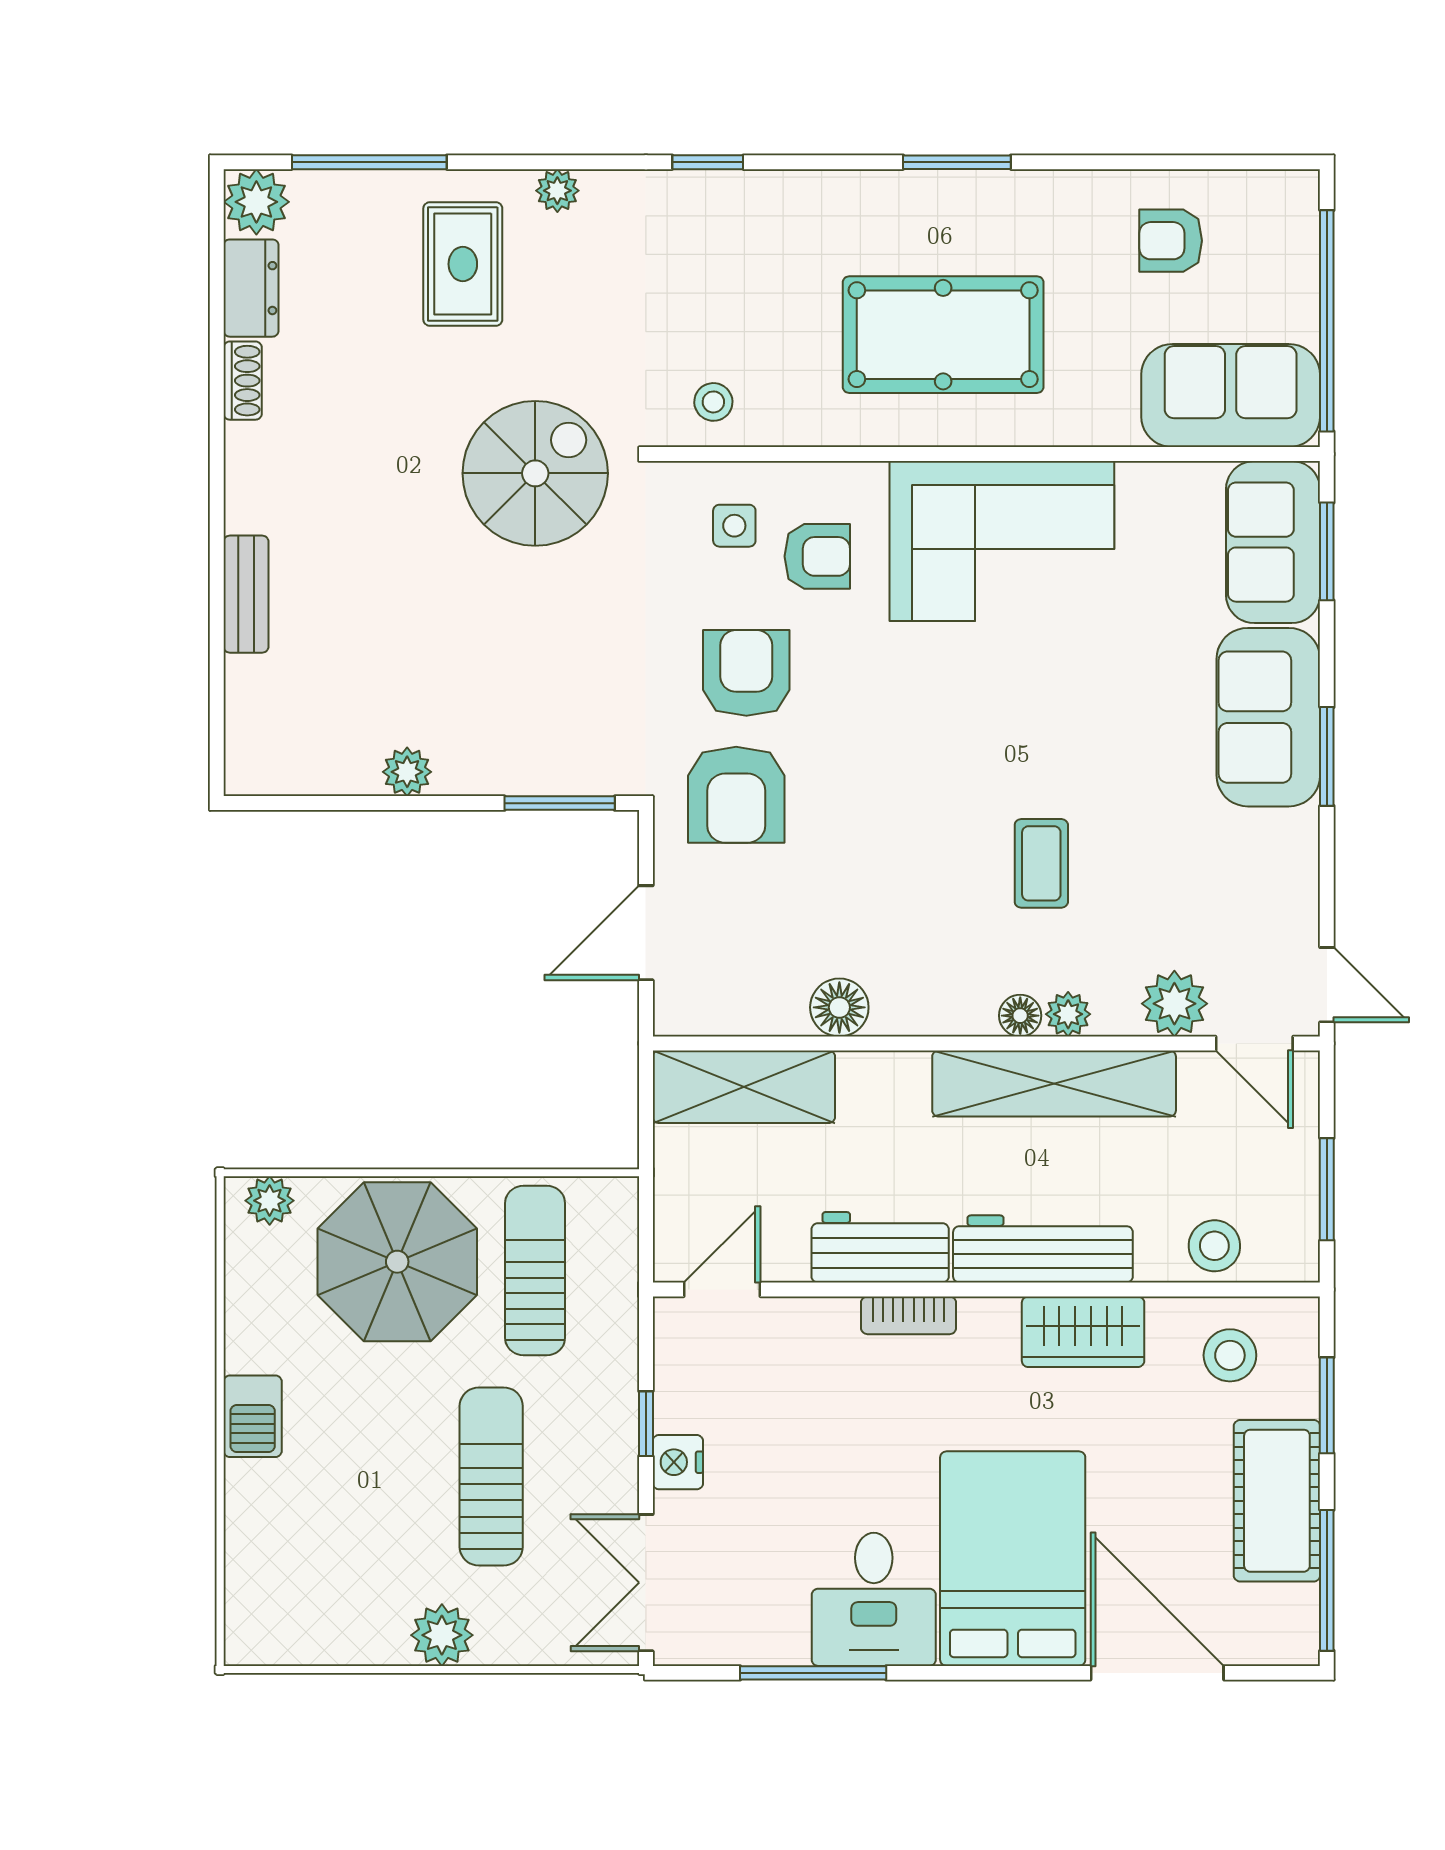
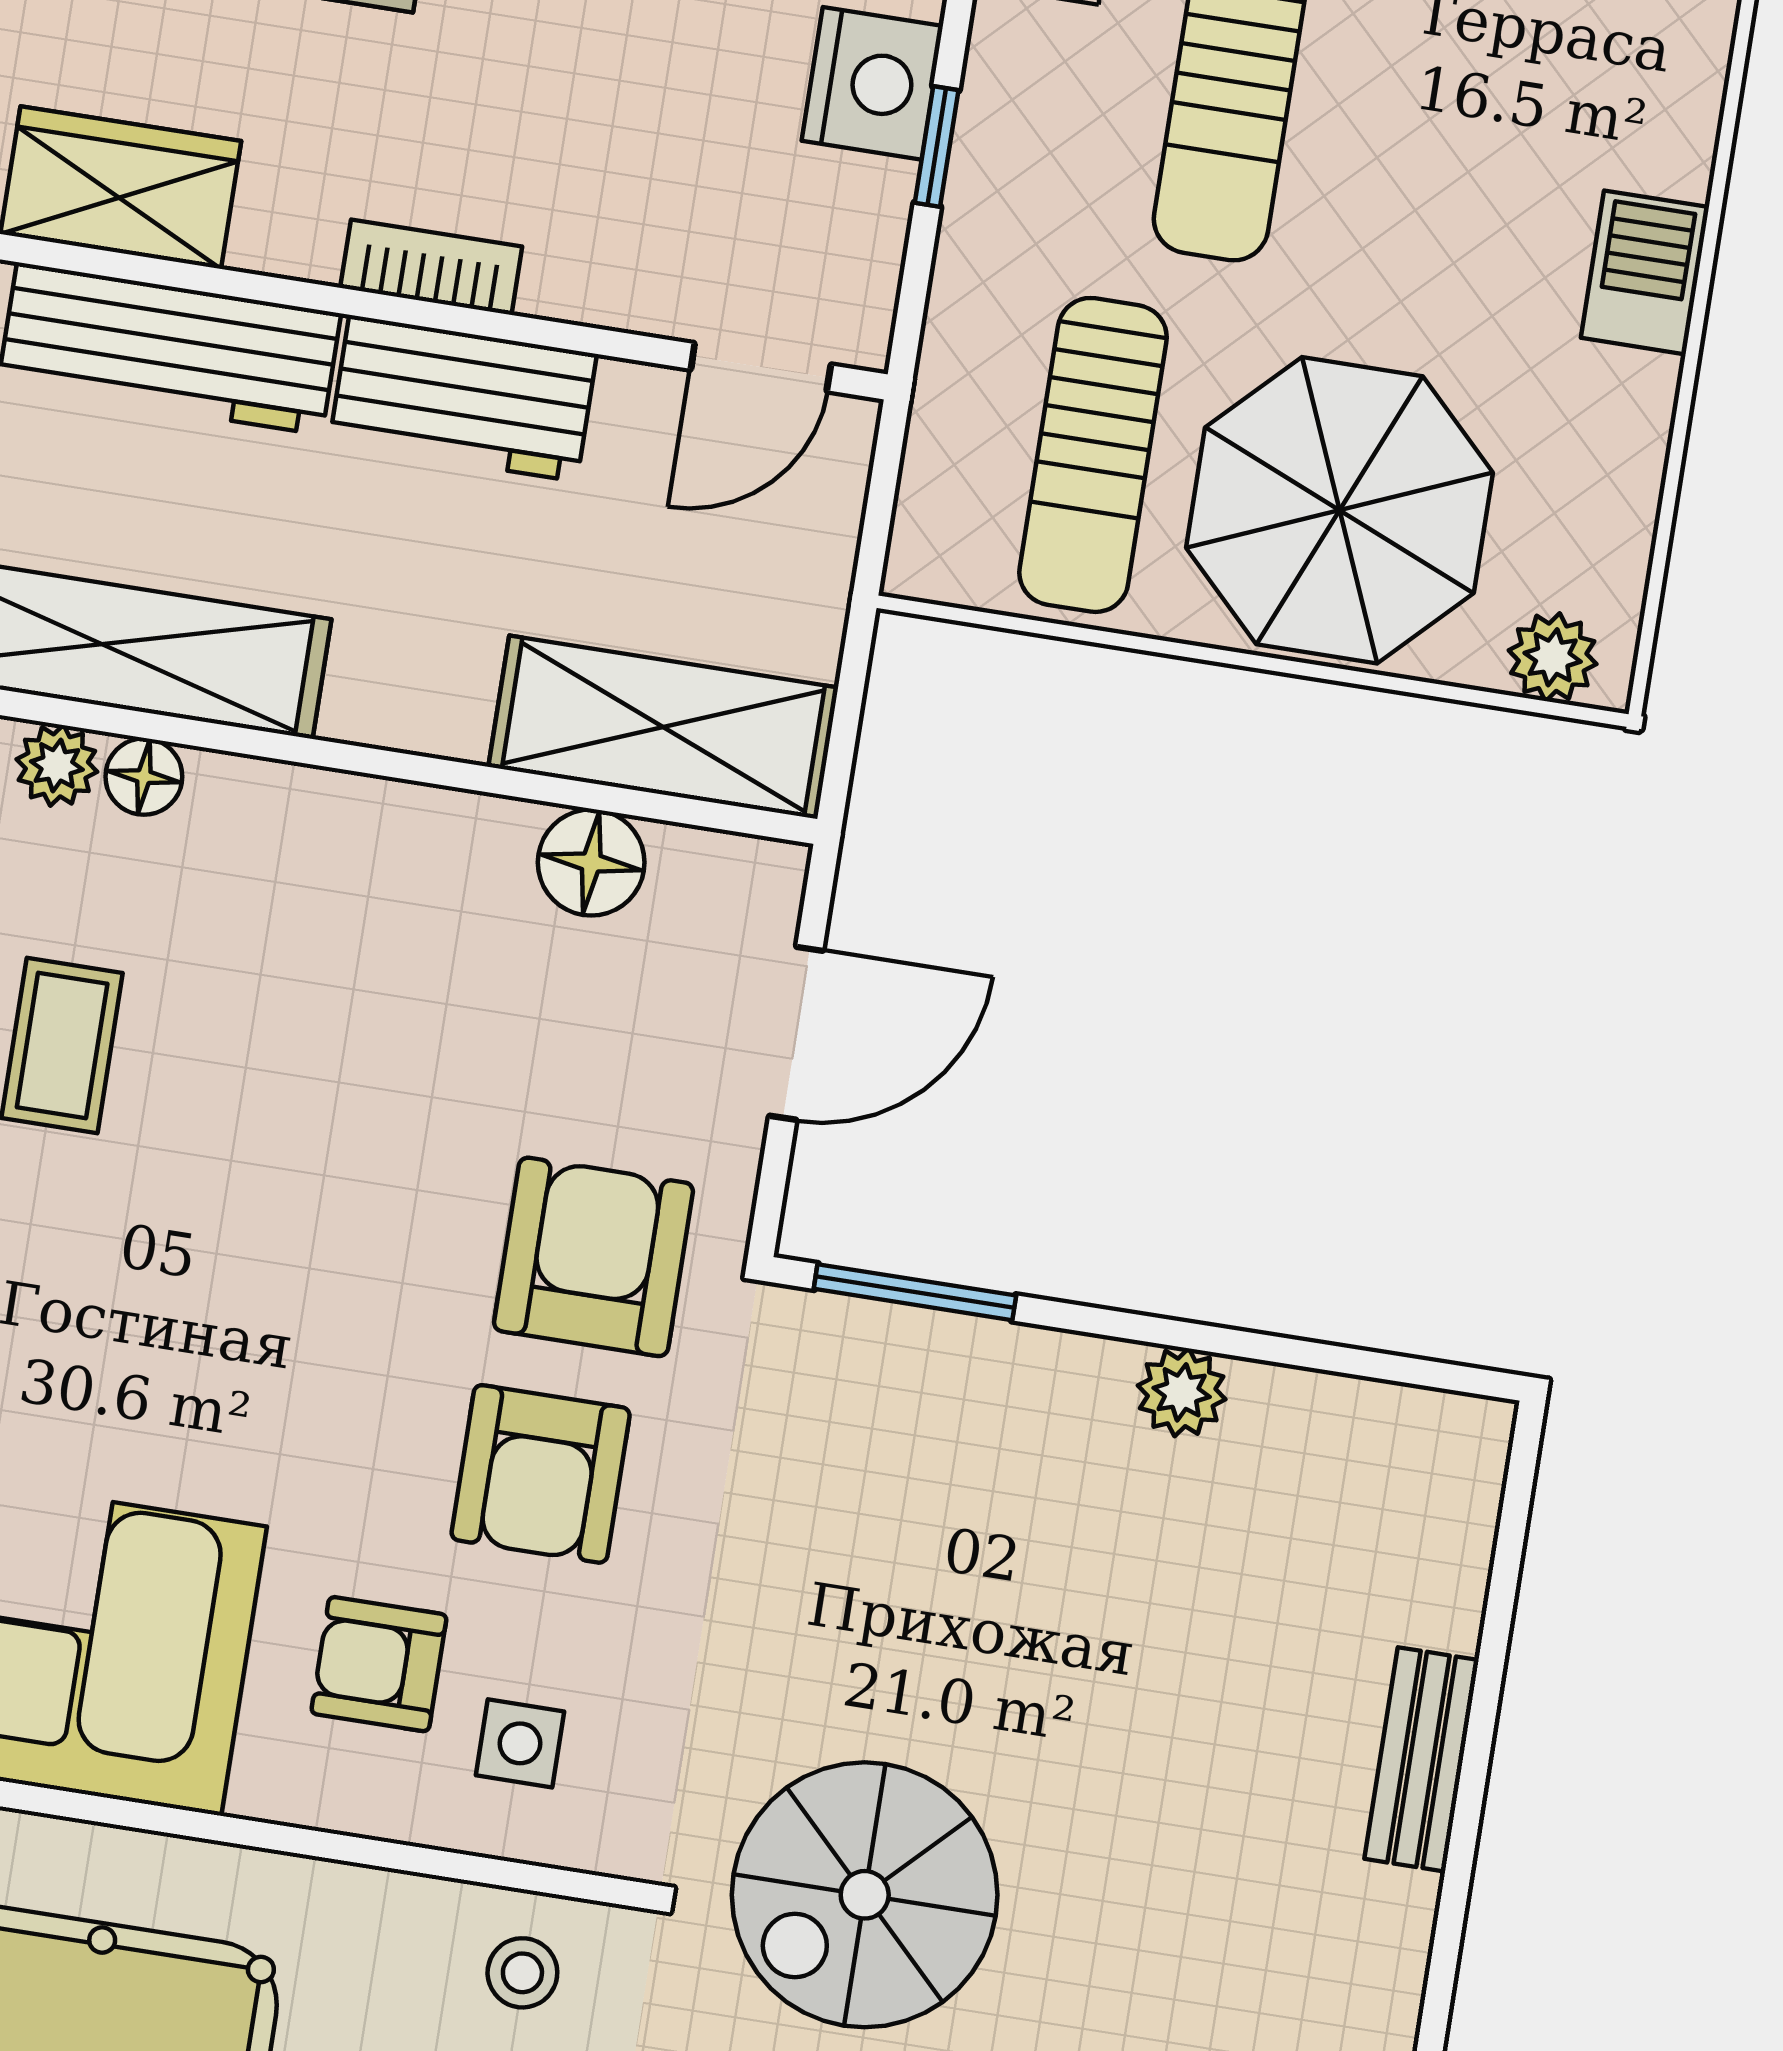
floor lamp: (839, 1007) -> (591, 862), moved
nightstand: (678, 1462) -> (872, 83), width x1.36, depth x1.33

